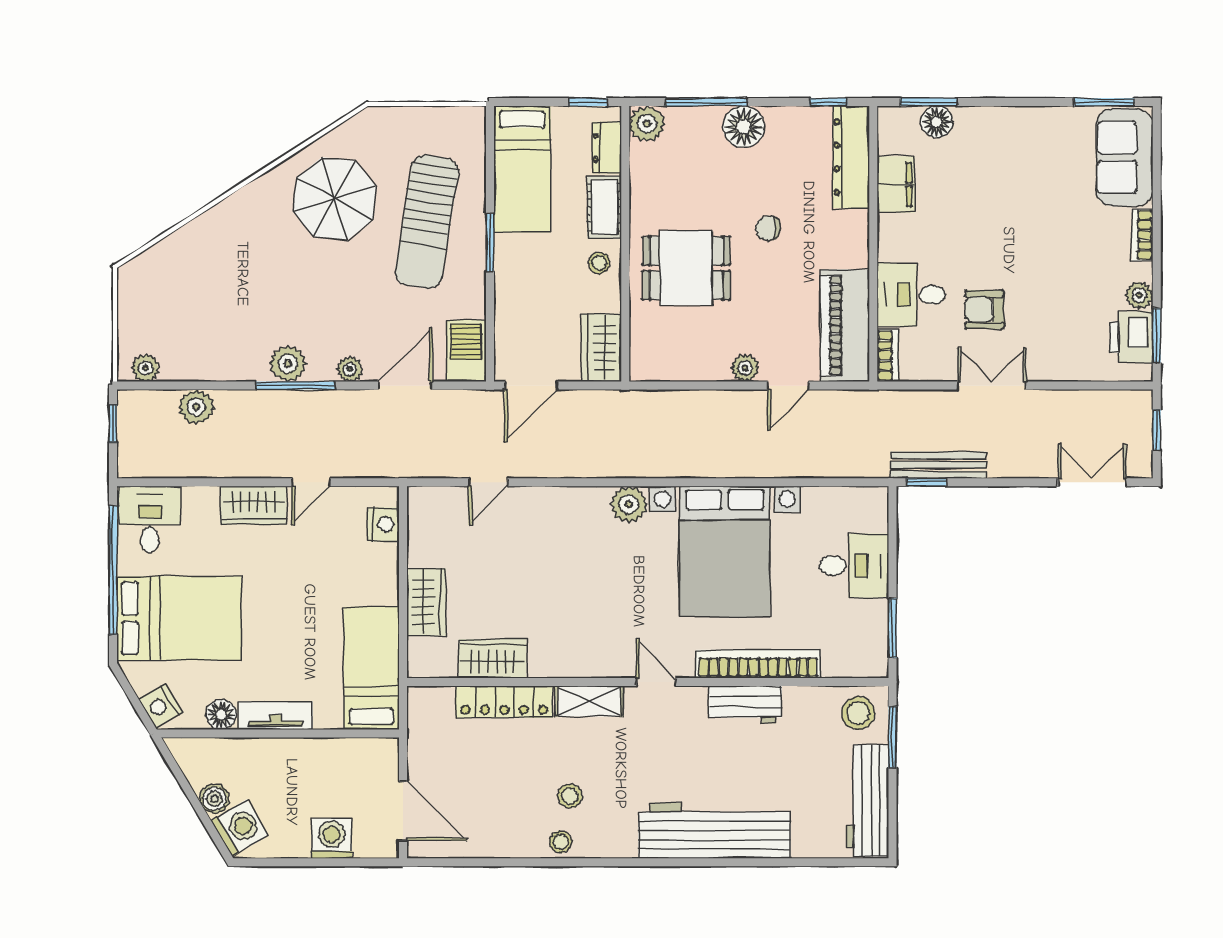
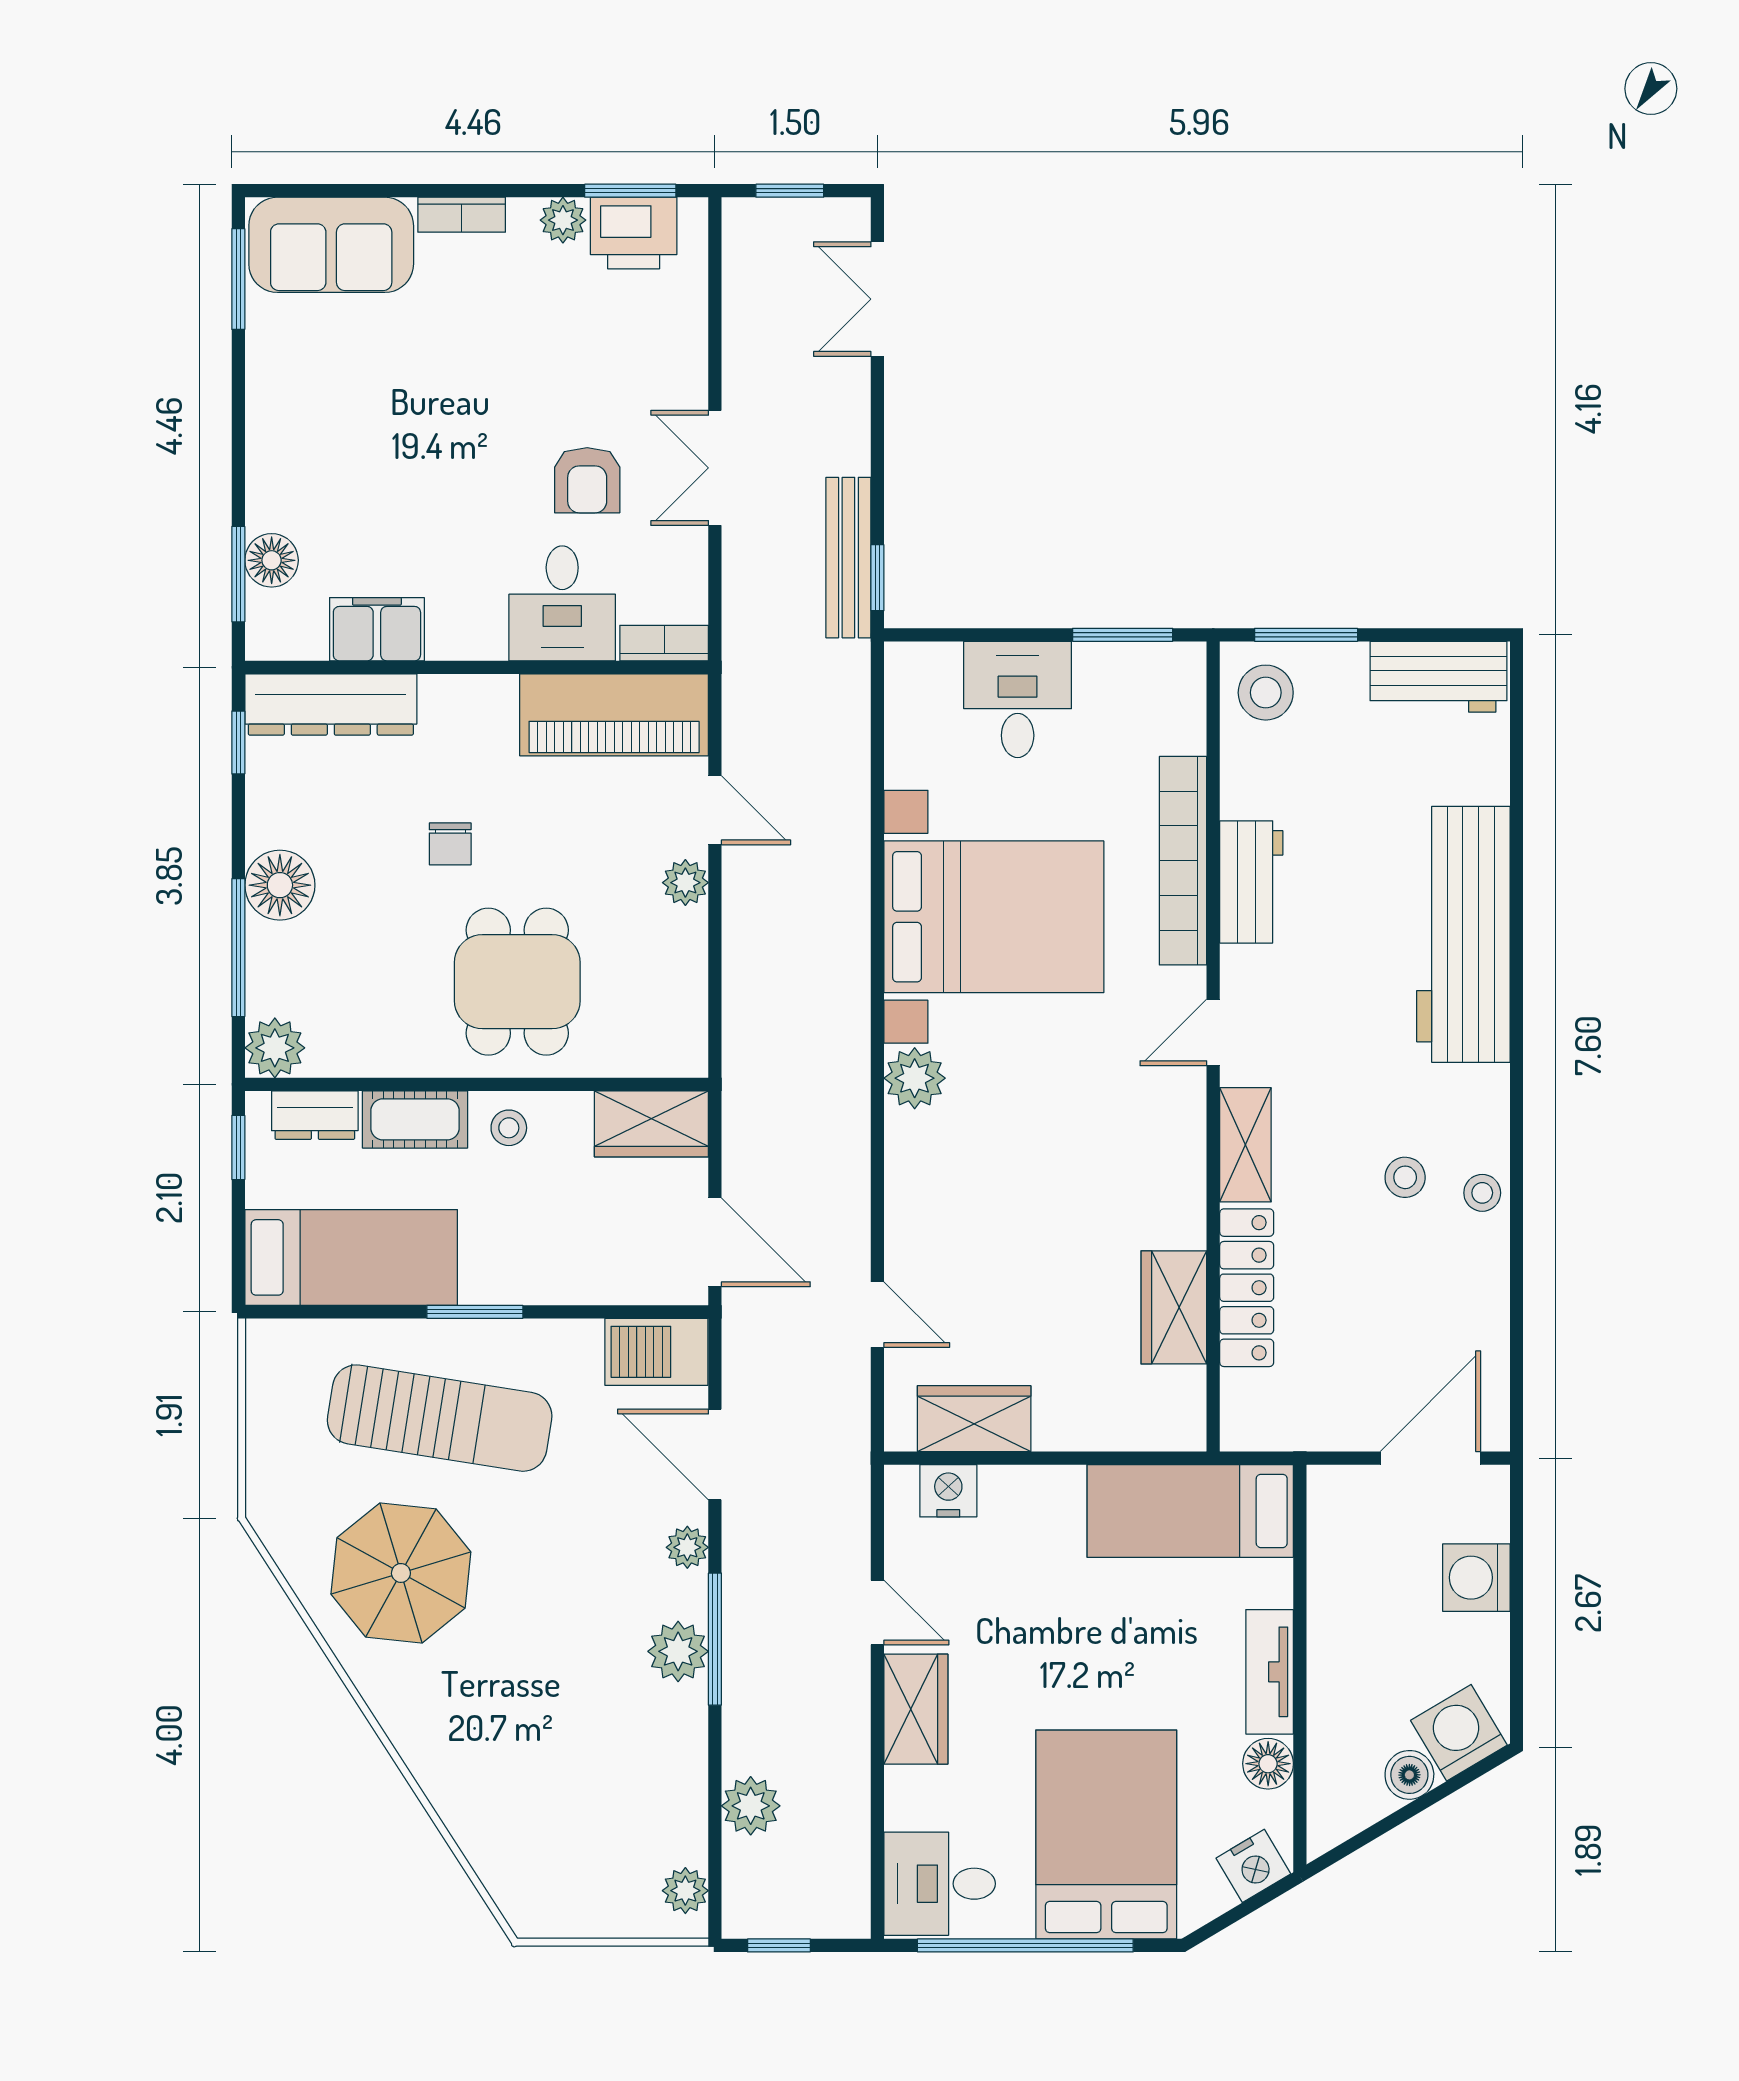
wardrobe: (426, 602) -> (974, 1419), moved
workbench: (868, 801) -> (1438, 677), width x0.73

